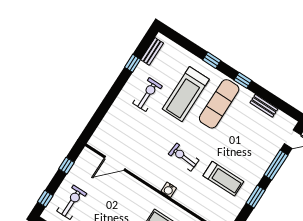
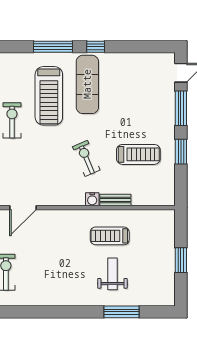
window: (212, 60) -> (53, 47), width x2.17
bench: (264, 106) -> (115, 200), moved
exercise bike: (184, 157) -> (86, 158), turned 62

